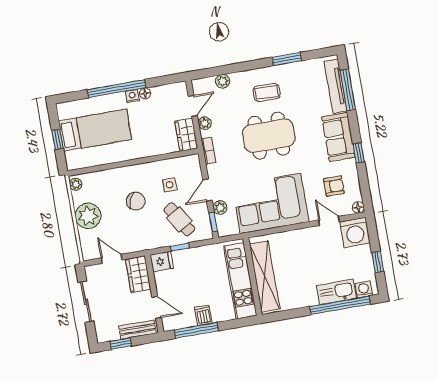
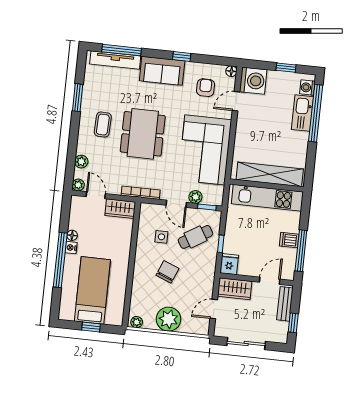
plant: (205, 123) -> (78, 185), moved
bookcase: (208, 151) -> (141, 193), width x1.56

